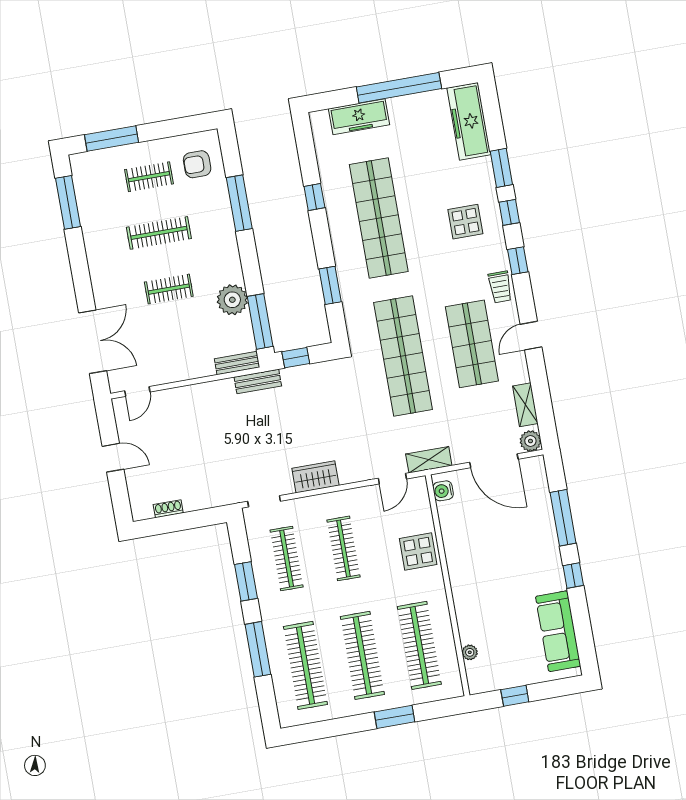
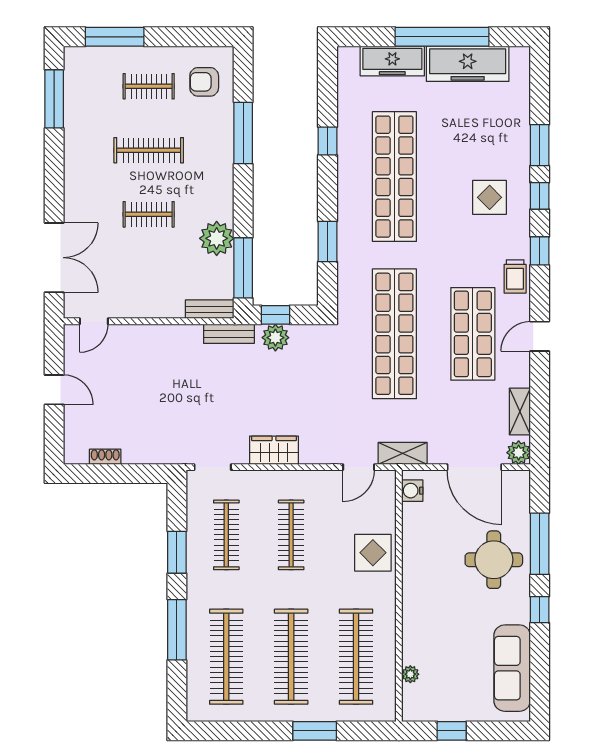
freezer: (469, 121) -> (468, 64), moved, turned -90
plant: (299, 378) -> (275, 338), added
round table: (525, 539) -> (494, 560), added

